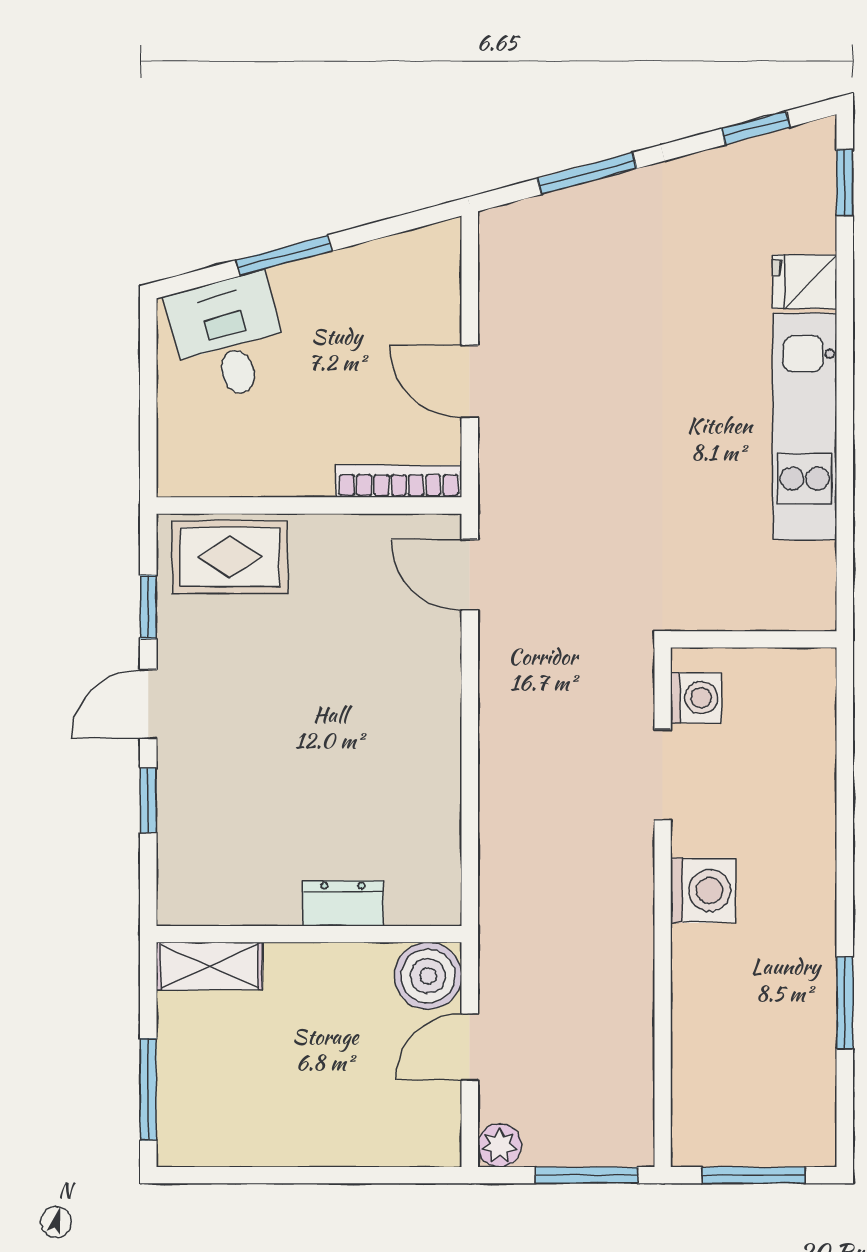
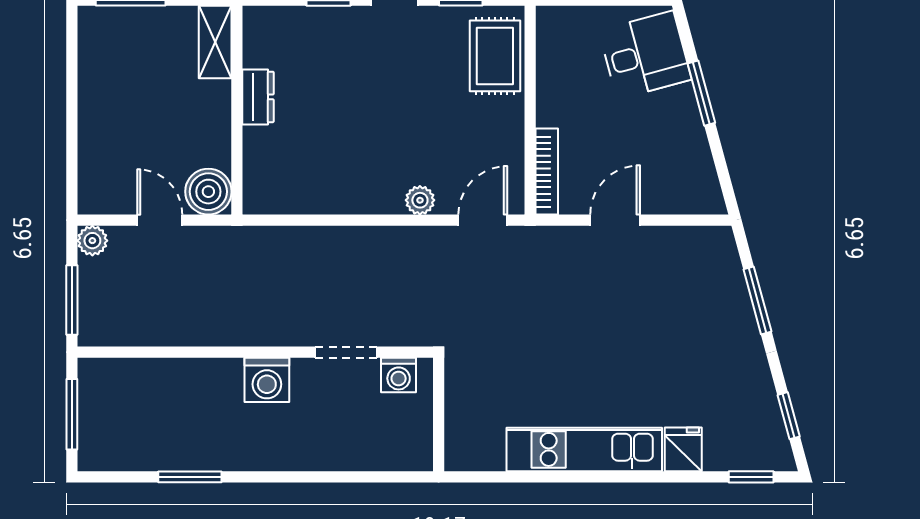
plant: (441, 667) -> (420, 200), added
dresser: (343, 903) -> (258, 97), moved

